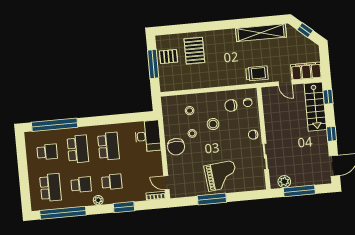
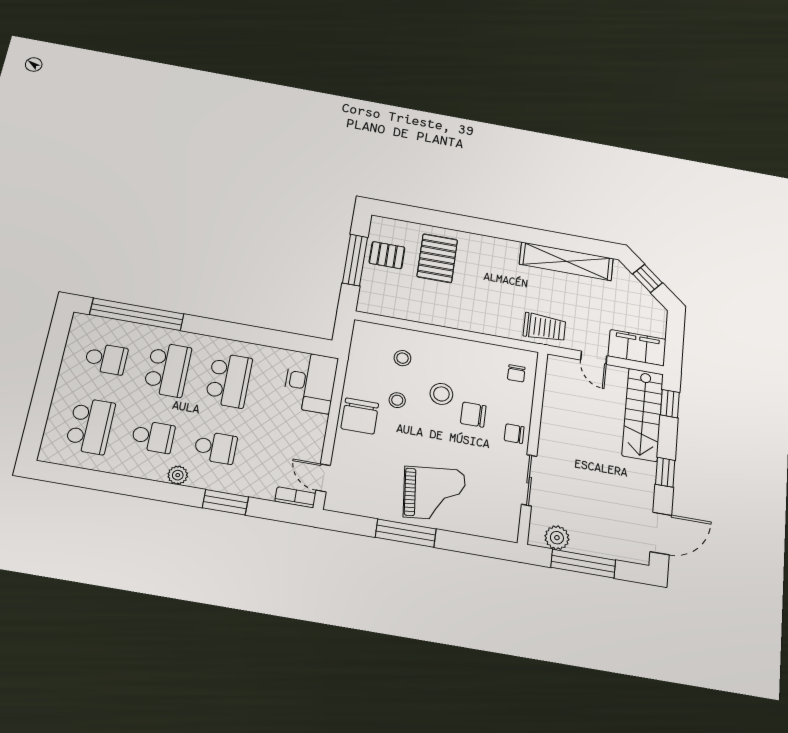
chair: (231, 106) -> (473, 415), moved
window: (63, 213) -> (99, 481), removed

